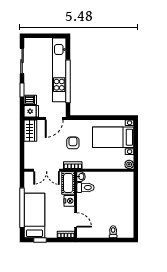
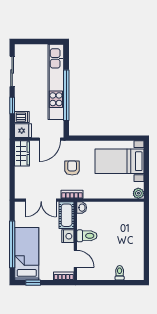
toilet: (85, 188) -> (87, 236), moved

